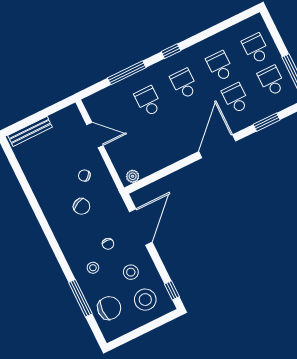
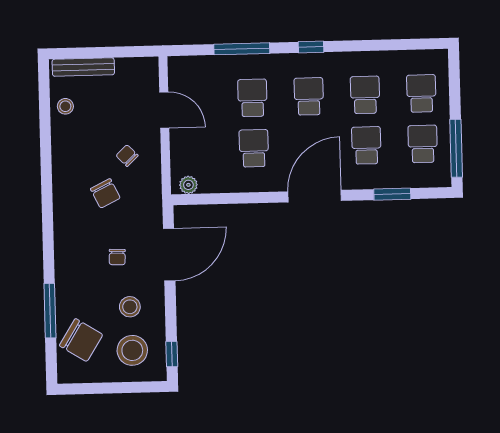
school desk: (164, 133) -> (254, 148), added
stool: (93, 268) -> (65, 106), moved
chair: (109, 308) -> (81, 340), turned 32

